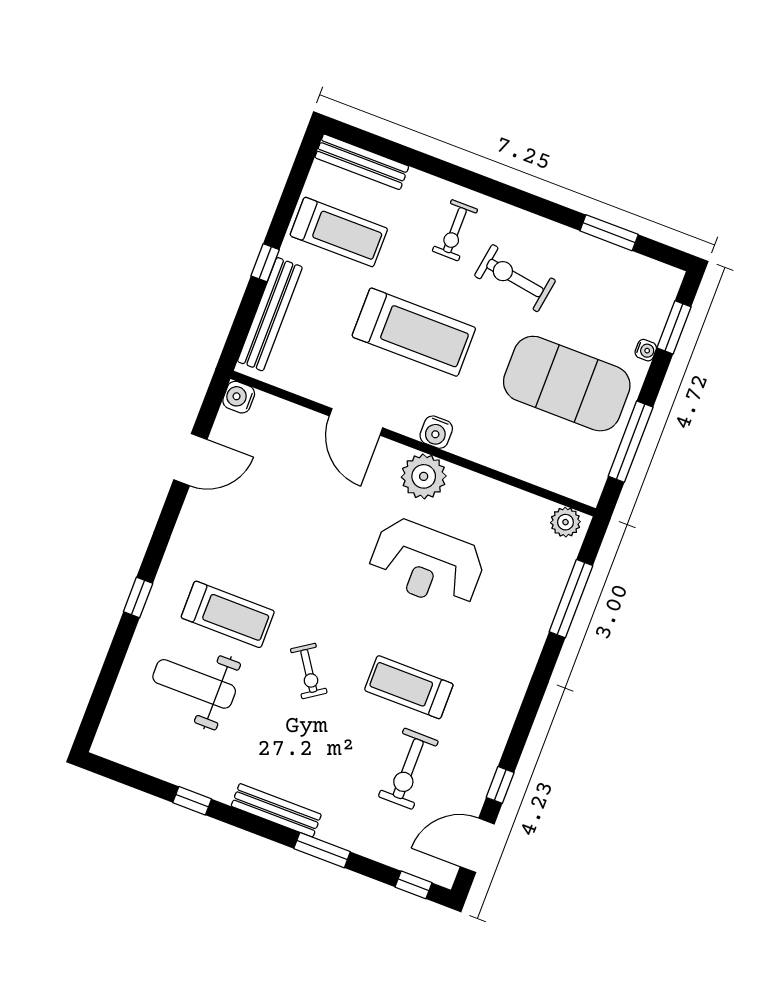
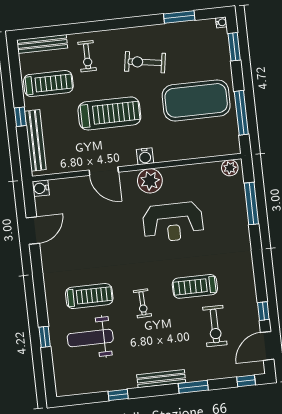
exercise bike: (455, 230) -> (87, 56), moved
water cooler: (646, 350) -> (221, 22), moved
window: (138, 598) -> (45, 337), moved
exercise bike: (309, 671) -> (142, 303), turned 32

